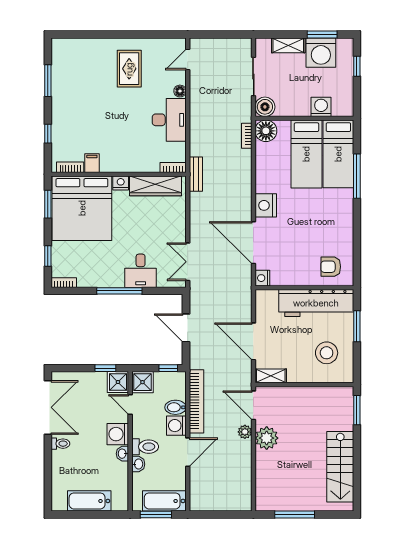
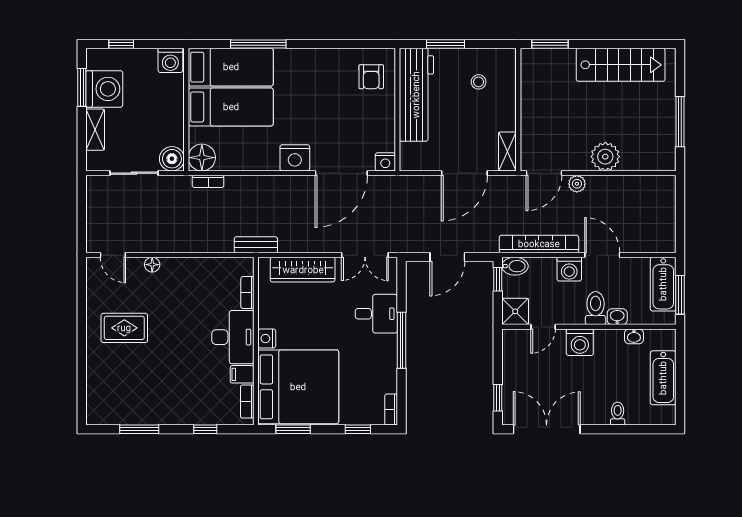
washing machine: (321, 107) -> (170, 60), moved, turned -90
desk: (169, 120) -> (233, 337), moved, turned 90
bookcase: (173, 167) -> (247, 293), moved
wardrobe: (156, 186) -> (303, 270), moved, turned 90
stool: (327, 353) -> (479, 82), width x0.53, depth x0.53
window: (105, 368) -> (498, 398), moved
shower: (118, 382) -> (515, 342), removed
bidet: (175, 407) -> (515, 266), moved, turned -90
plant: (267, 438) -> (605, 157), moved
toilet: (60, 444) -> (618, 414), moved
washbasin: (122, 454) -> (634, 336), moved

